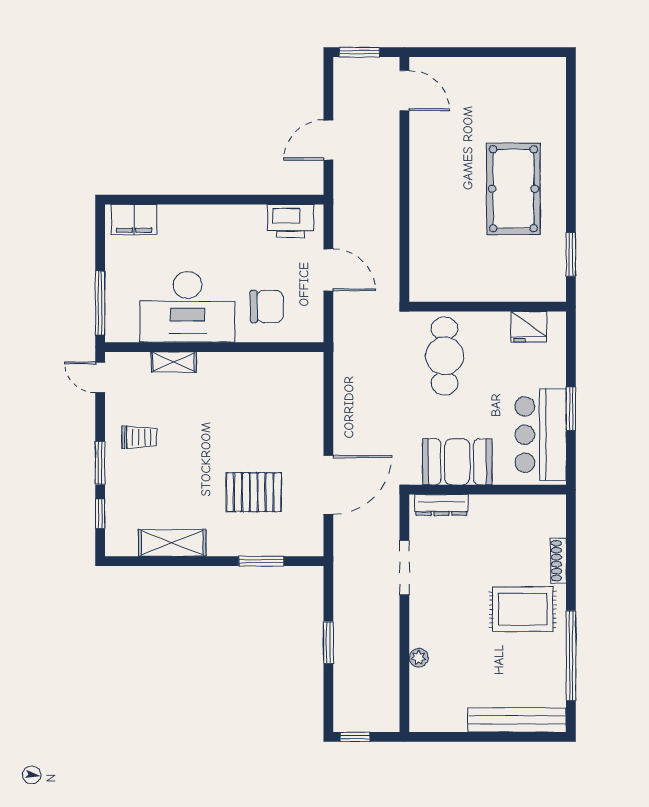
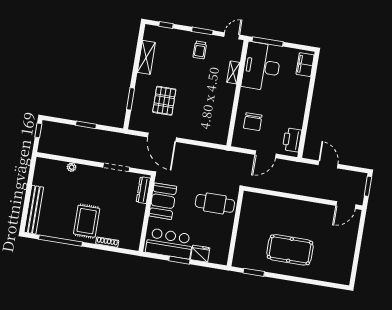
desk: (187, 307) -> (262, 67), moved
fridge: (529, 327) -> (200, 254), moved, turned 90
window: (100, 463) -> (202, 31), moved

